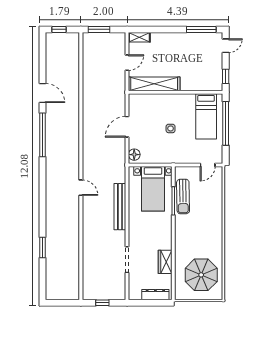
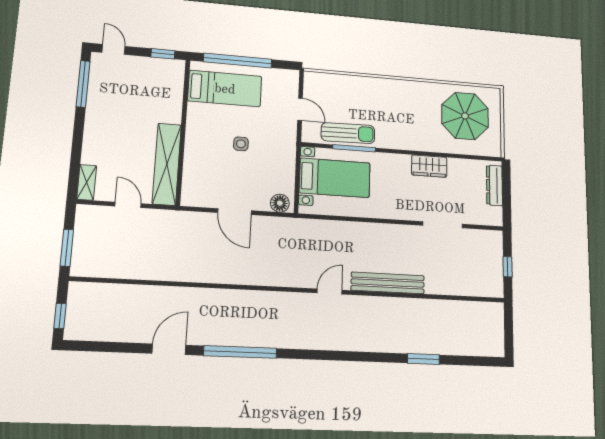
door: (208, 165) -> (300, 109), moved
bench: (120, 207) -> (388, 283), moved
wardrobe: (165, 262) -> (429, 166), moved

